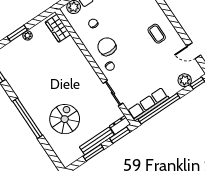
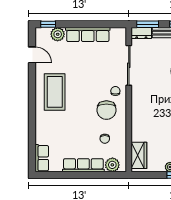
coffee table: (157, 34) -> (55, 92), width x1.86, depth x1.72
sliding door: (113, 93) -> (129, 65), width x1.37
row of seats: (148, 104) -> (88, 35), moved
window: (159, 109) -> (97, 24), removed

